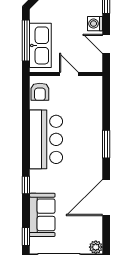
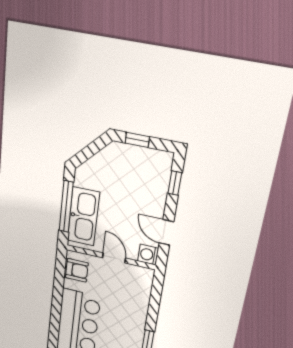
washing machine: (95, 24) -> (148, 255), moved
armchair: (40, 92) -> (77, 270), turned -90

